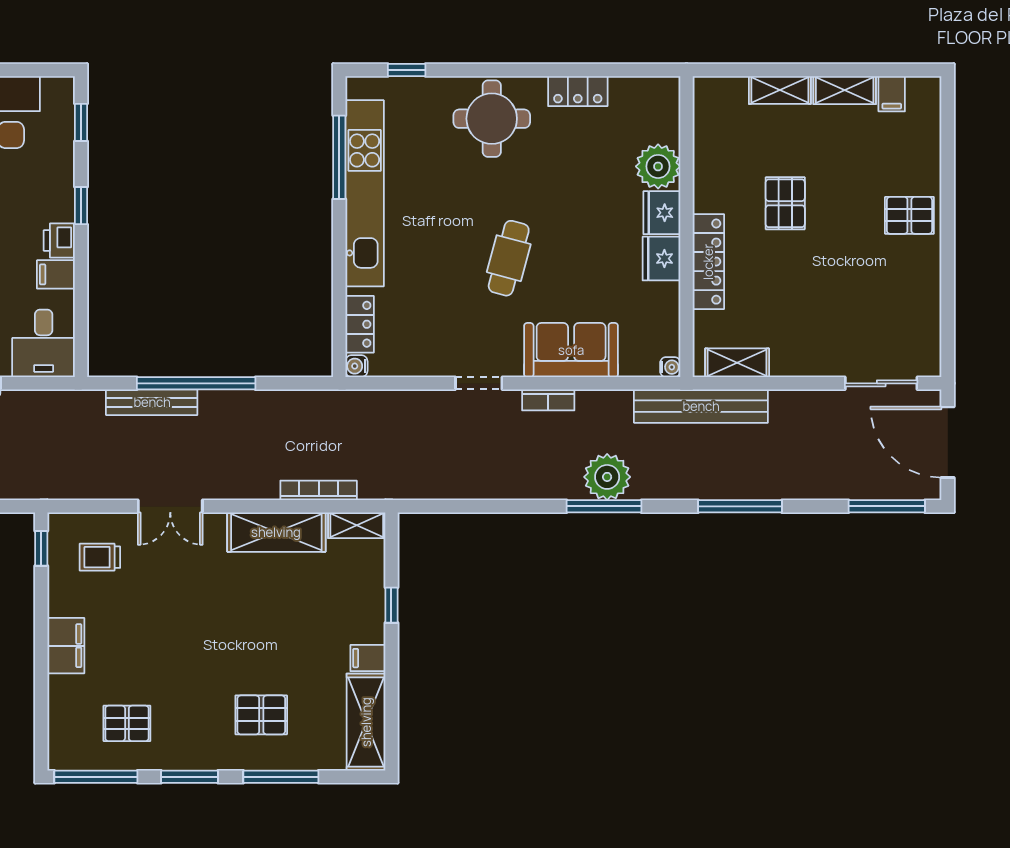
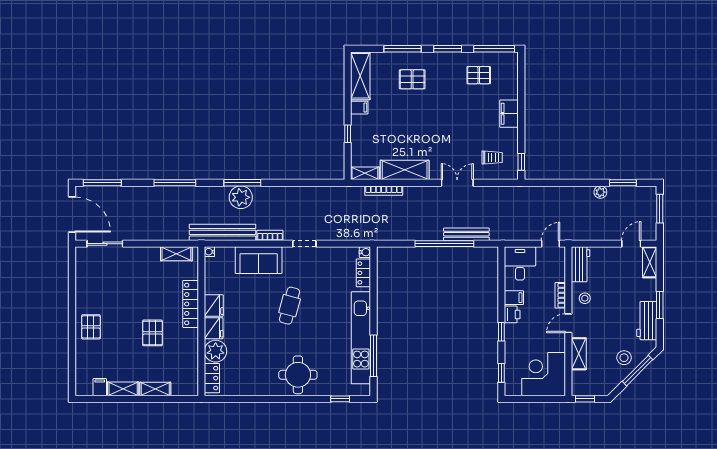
locker: (578, 91) -> (212, 378), moved, turned 90
pallet: (909, 215) -> (91, 327), turned 90
bench: (701, 406) -> (223, 232), moved

